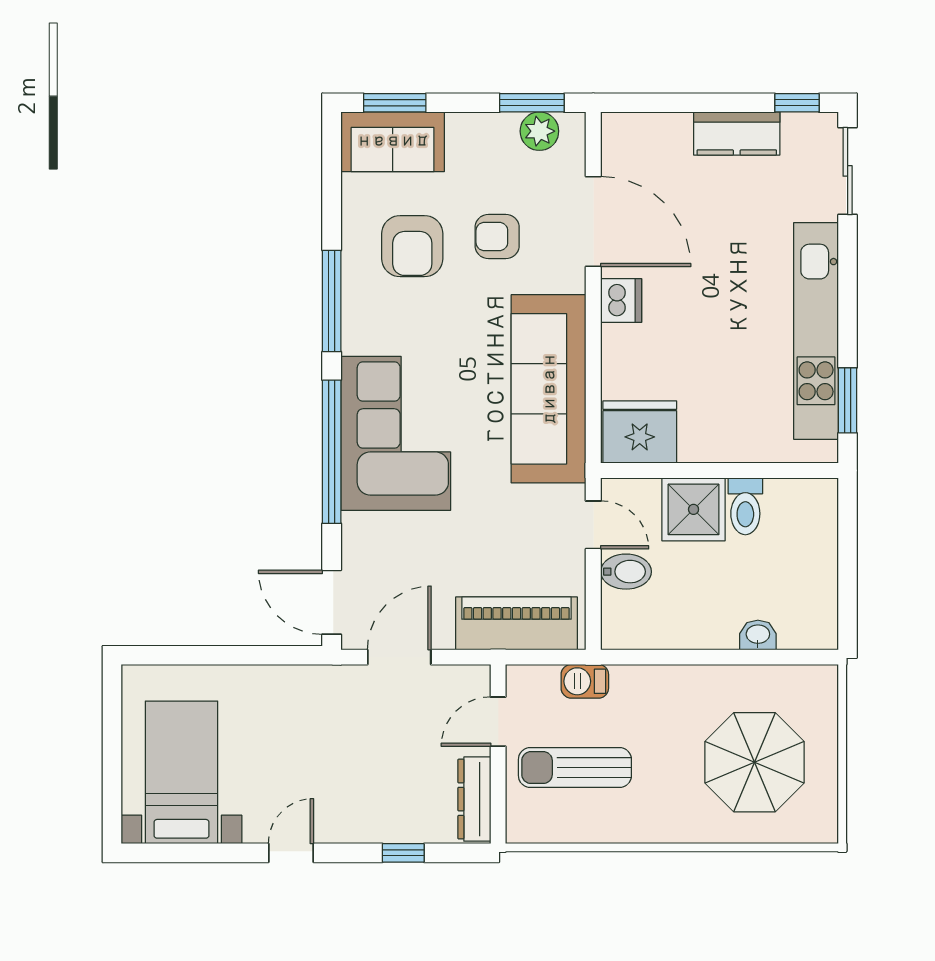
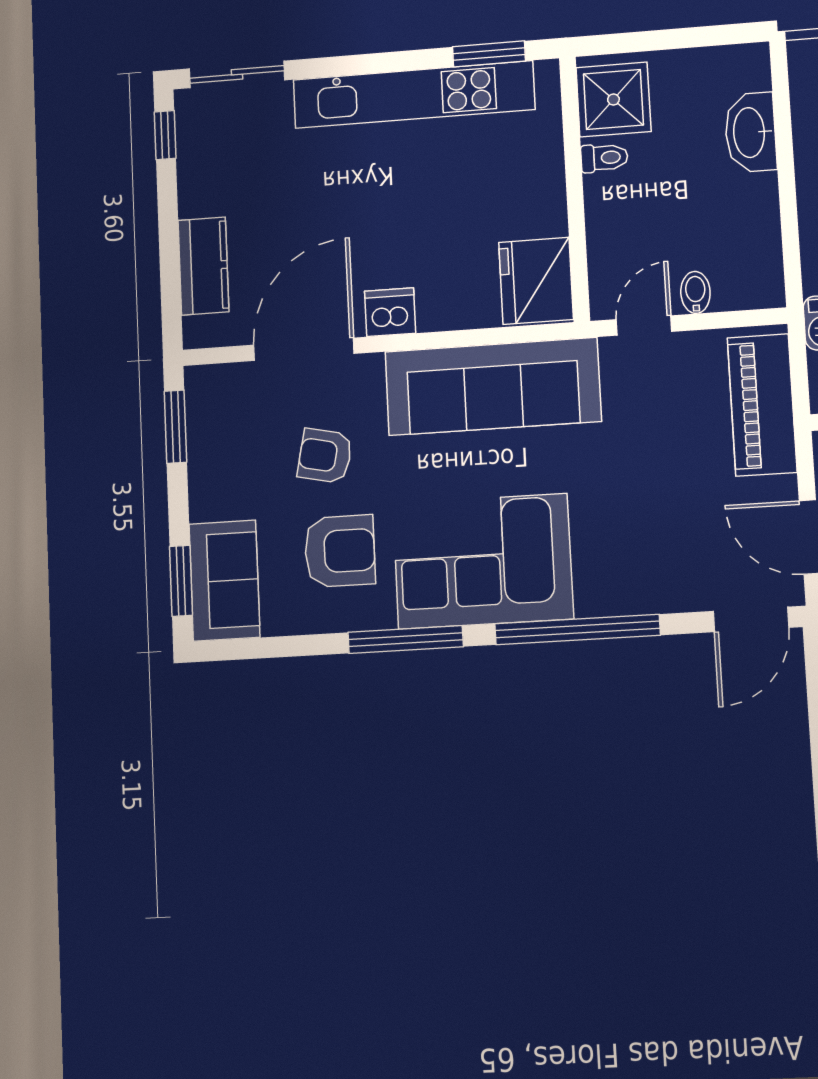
plant: (539, 131) -> (206, 416), removed
kitchen counter: (737, 133) -> (203, 266), moved
armchair: (497, 236) -> (325, 456), turned 102
corner sofa: (396, 433) -> (483, 561), moved
toilet: (745, 506) -> (604, 158), width x0.73, depth x0.72
shower: (694, 509) -> (613, 100), moved
bidet: (626, 572) -> (695, 292), width x0.72, depth x0.74
washbasin: (758, 635) -> (750, 132), width x1.91, depth x1.45

